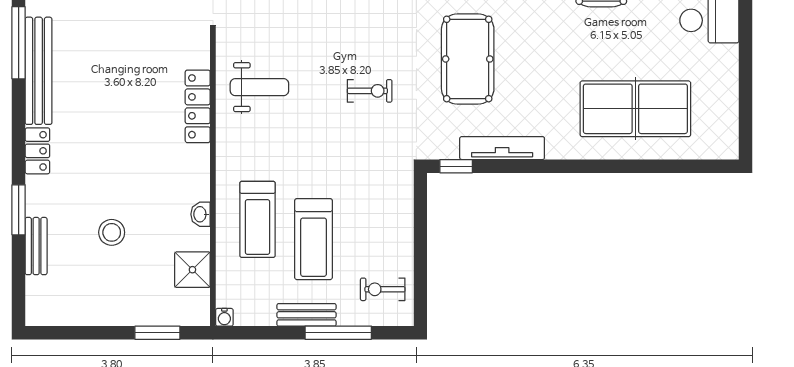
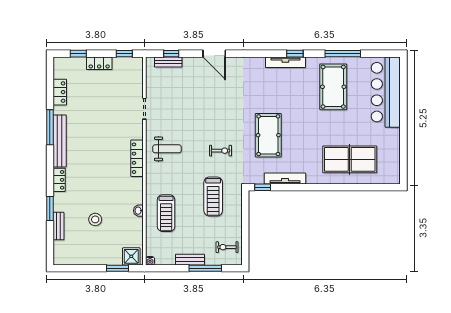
treadmill: (314, 239) -> (213, 197), moved
shower: (192, 270) -> (131, 256), moved

